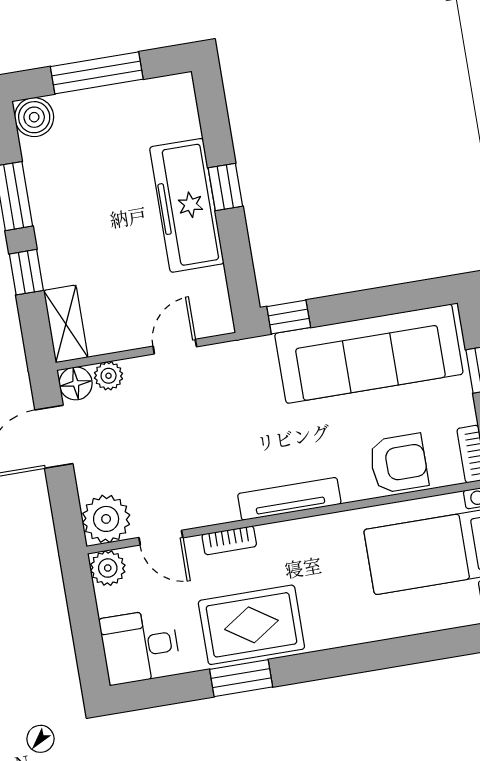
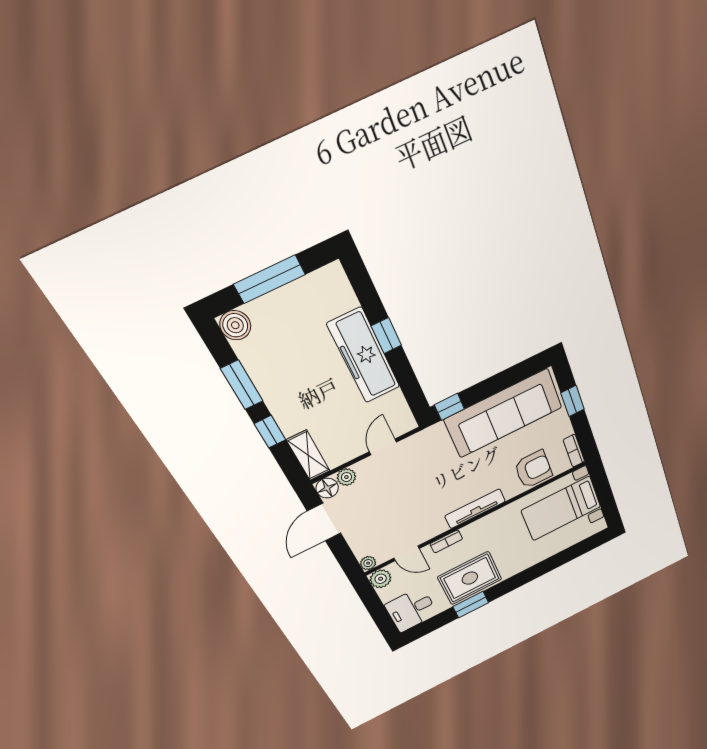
plant: (106, 519) -> (368, 563), width x0.53, depth x0.53

